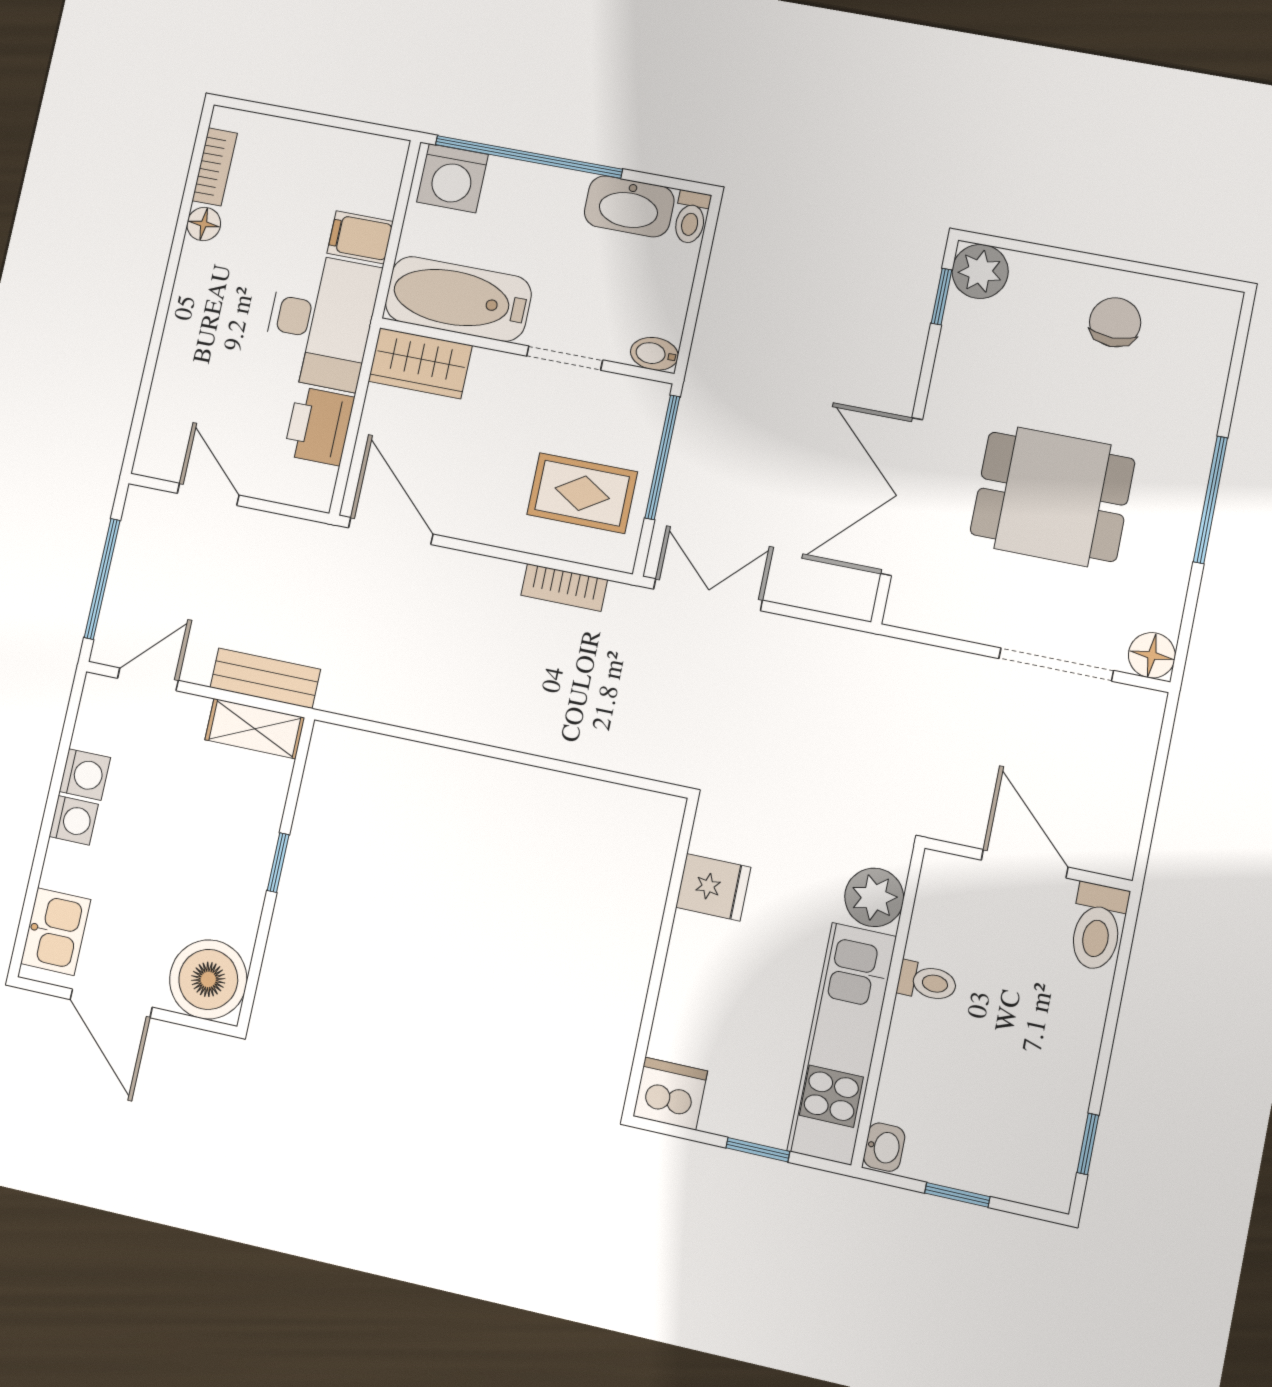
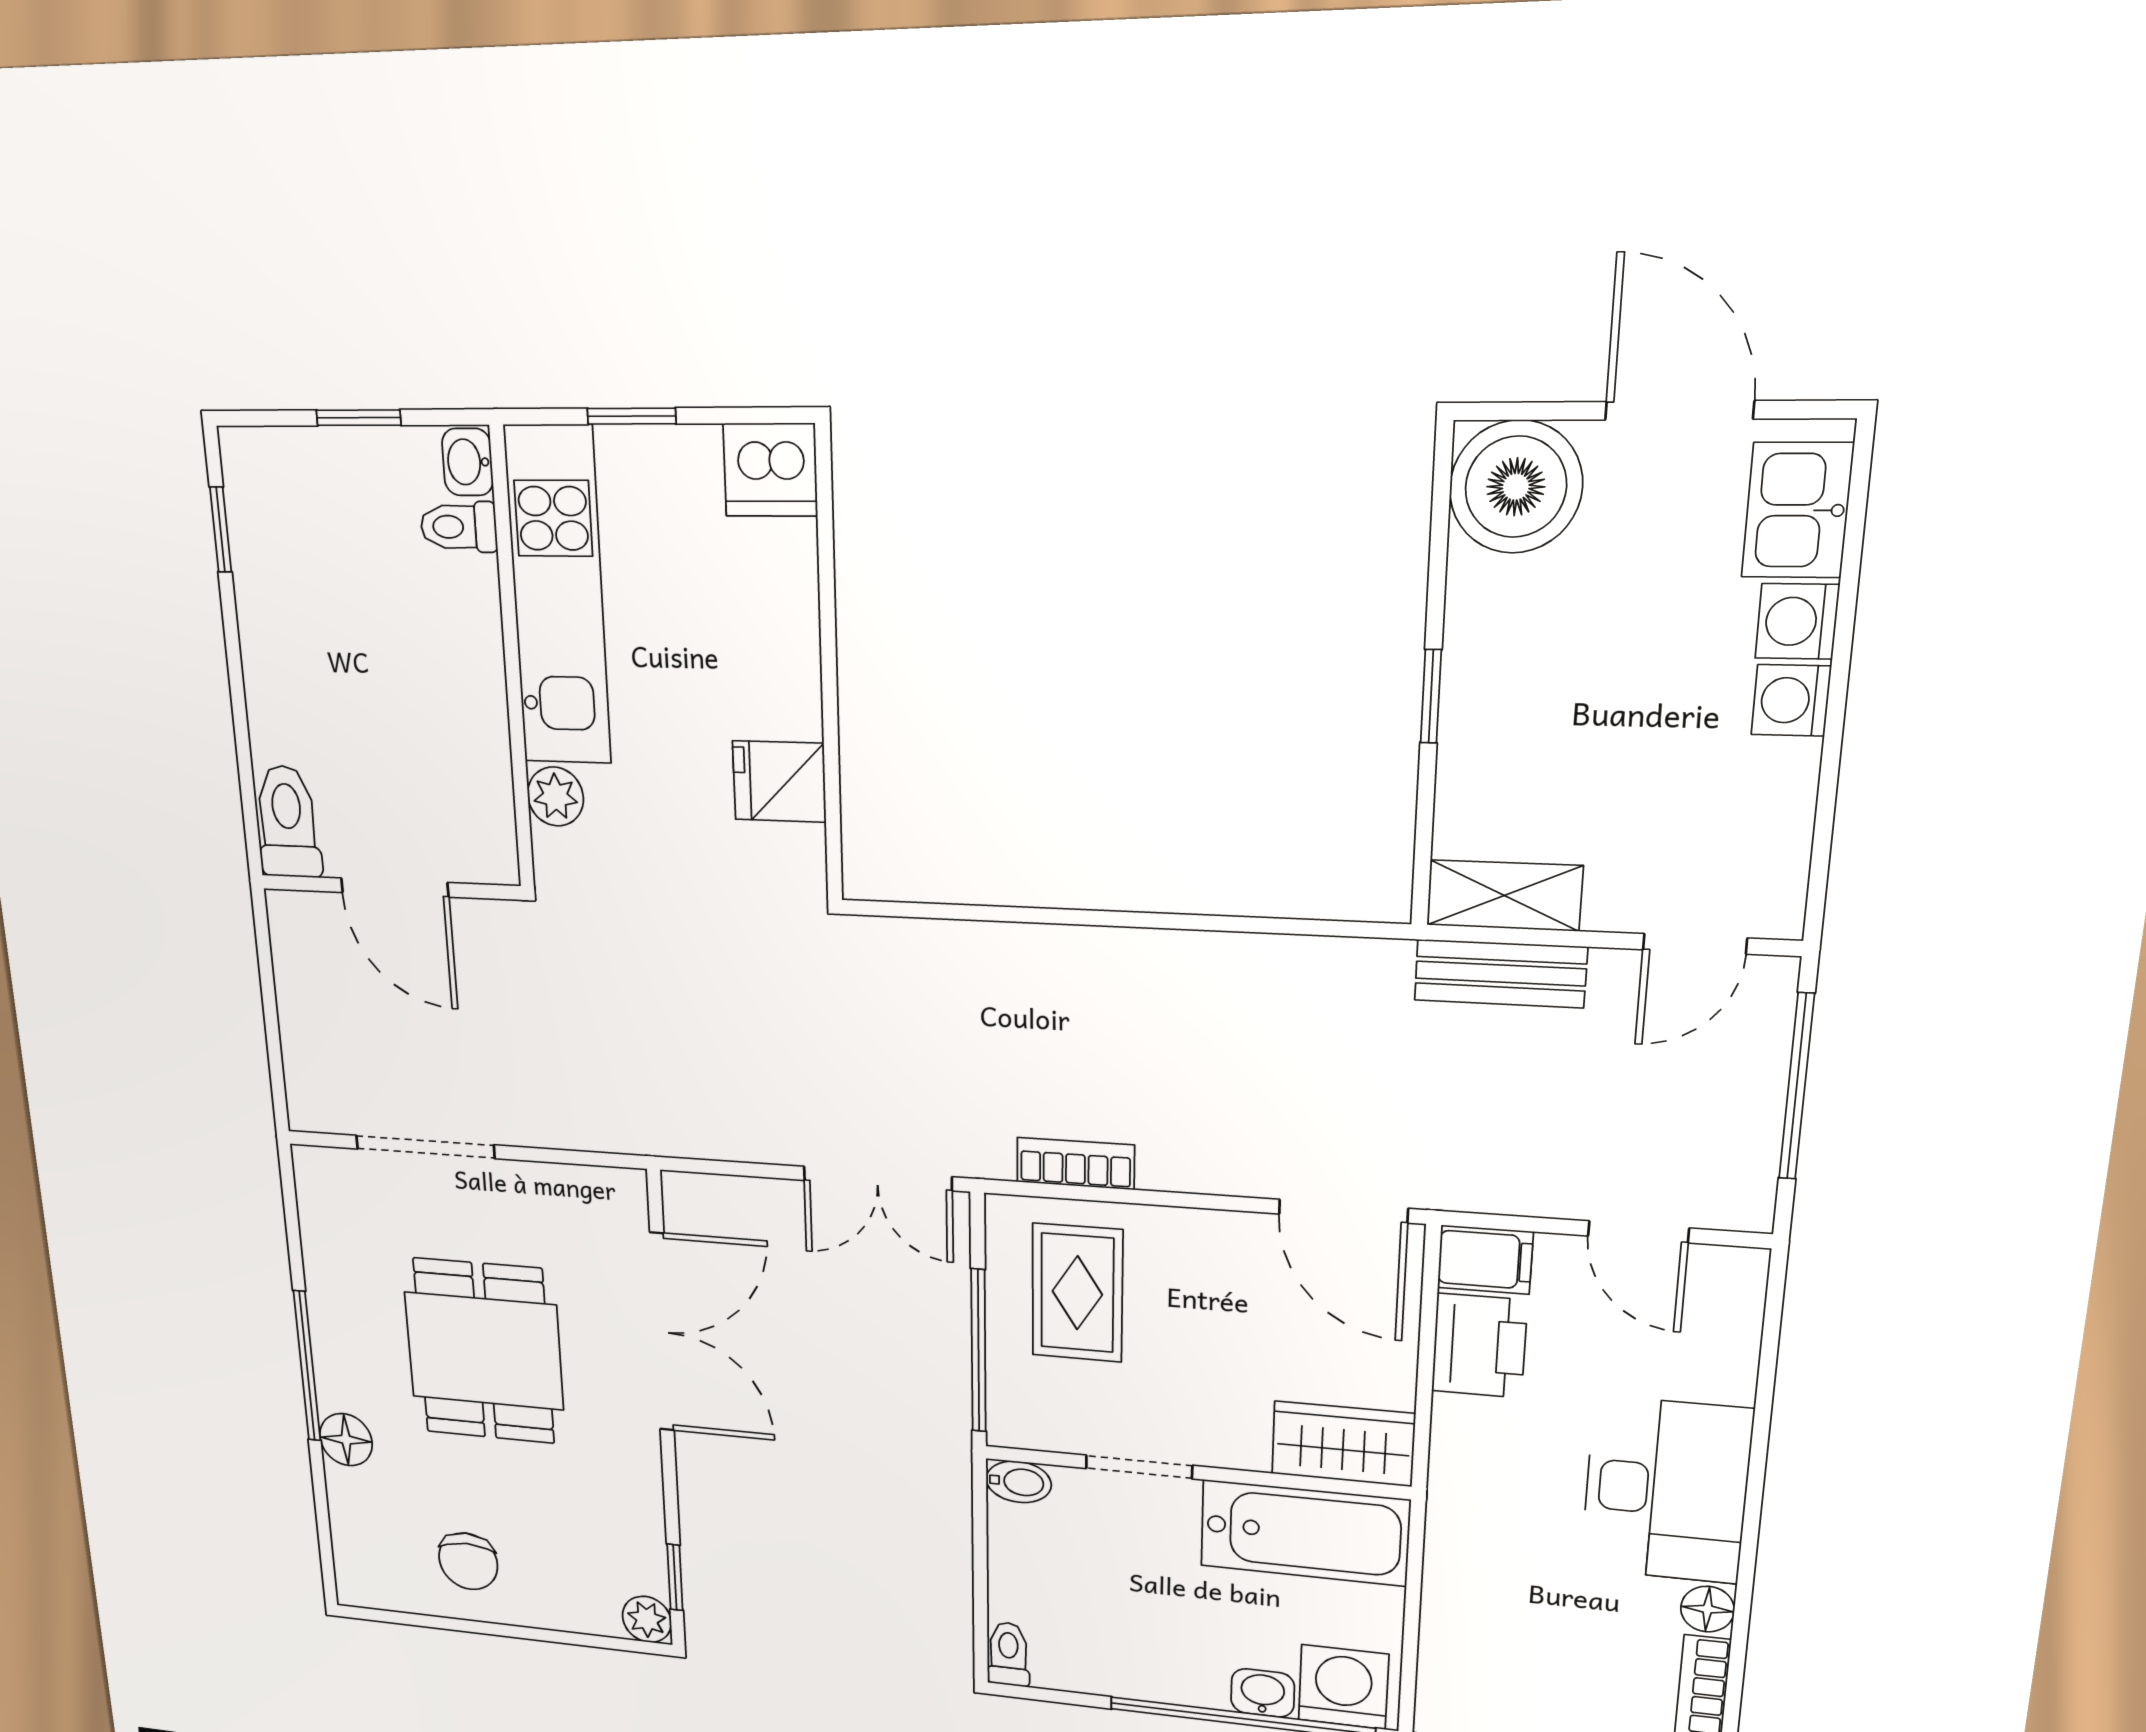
washbasin: (629, 206) -> (1263, 1693), moved, width x0.52, depth x0.69
filing cabinet: (360, 237) -> (1485, 1260), moved
plant: (980, 271) -> (647, 1619), width x0.73, depth x0.73
desk: (321, 321) -> (1666, 1490), moved, turned 180
rug: (582, 493) -> (1077, 1293), turned 90
dining table: (1052, 497) -> (484, 1351), turned 90
floor lamp: (1152, 655) -> (346, 1440), moved
washing machine: (85, 775) -> (1797, 621), moved
plant: (874, 897) -> (555, 796), width x0.73, depth x0.73
toilet: (927, 982) -> (459, 527), moved

